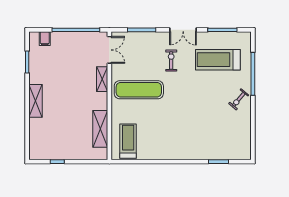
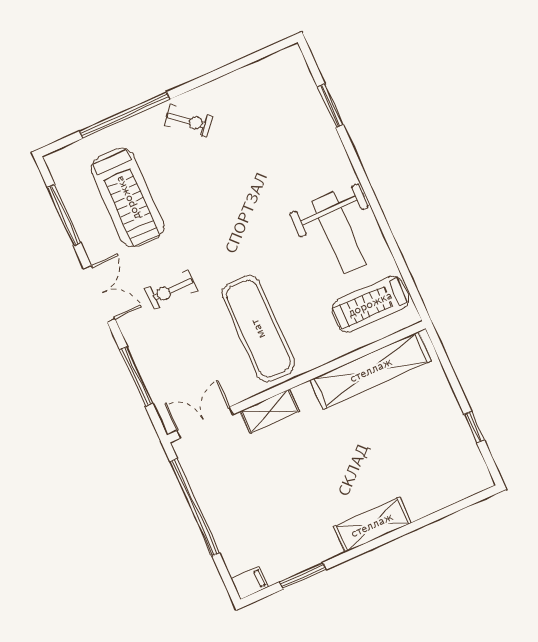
filing cabinet: (45, 39) -> (250, 583), moved
shelving: (100, 129) -> (371, 370), width x1.47
weight bench: (164, 141) -> (339, 232), added

